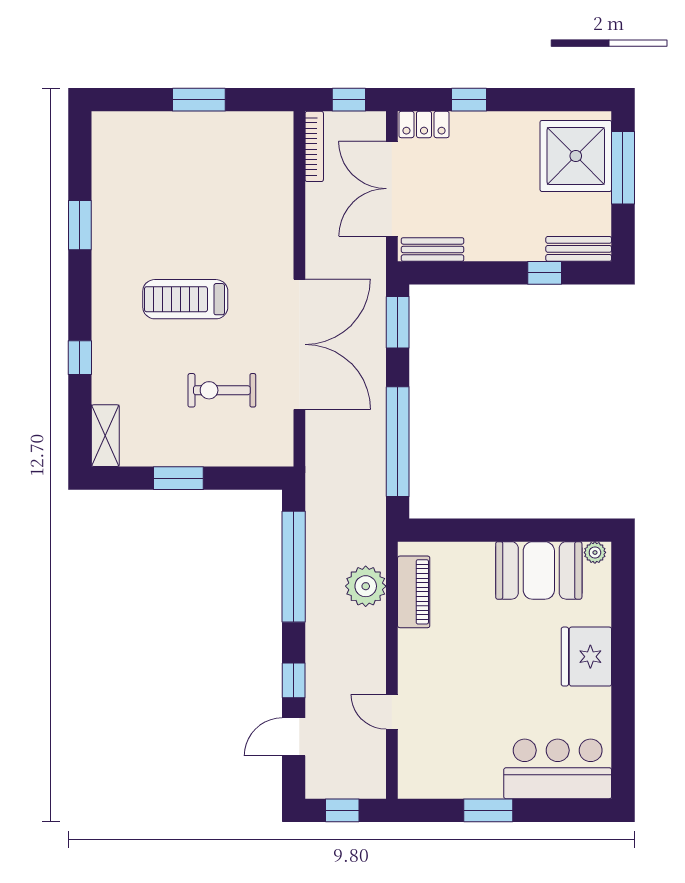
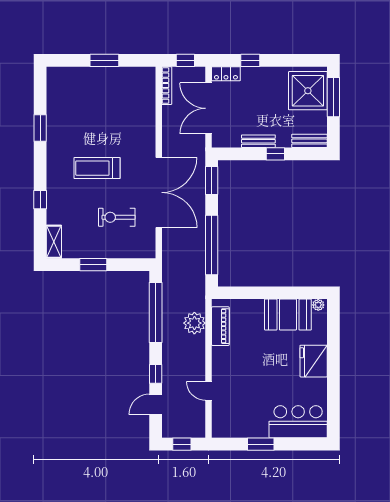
bench: (433, 249) -> (258, 141), moved
window: (545, 273) -> (275, 154), moved

